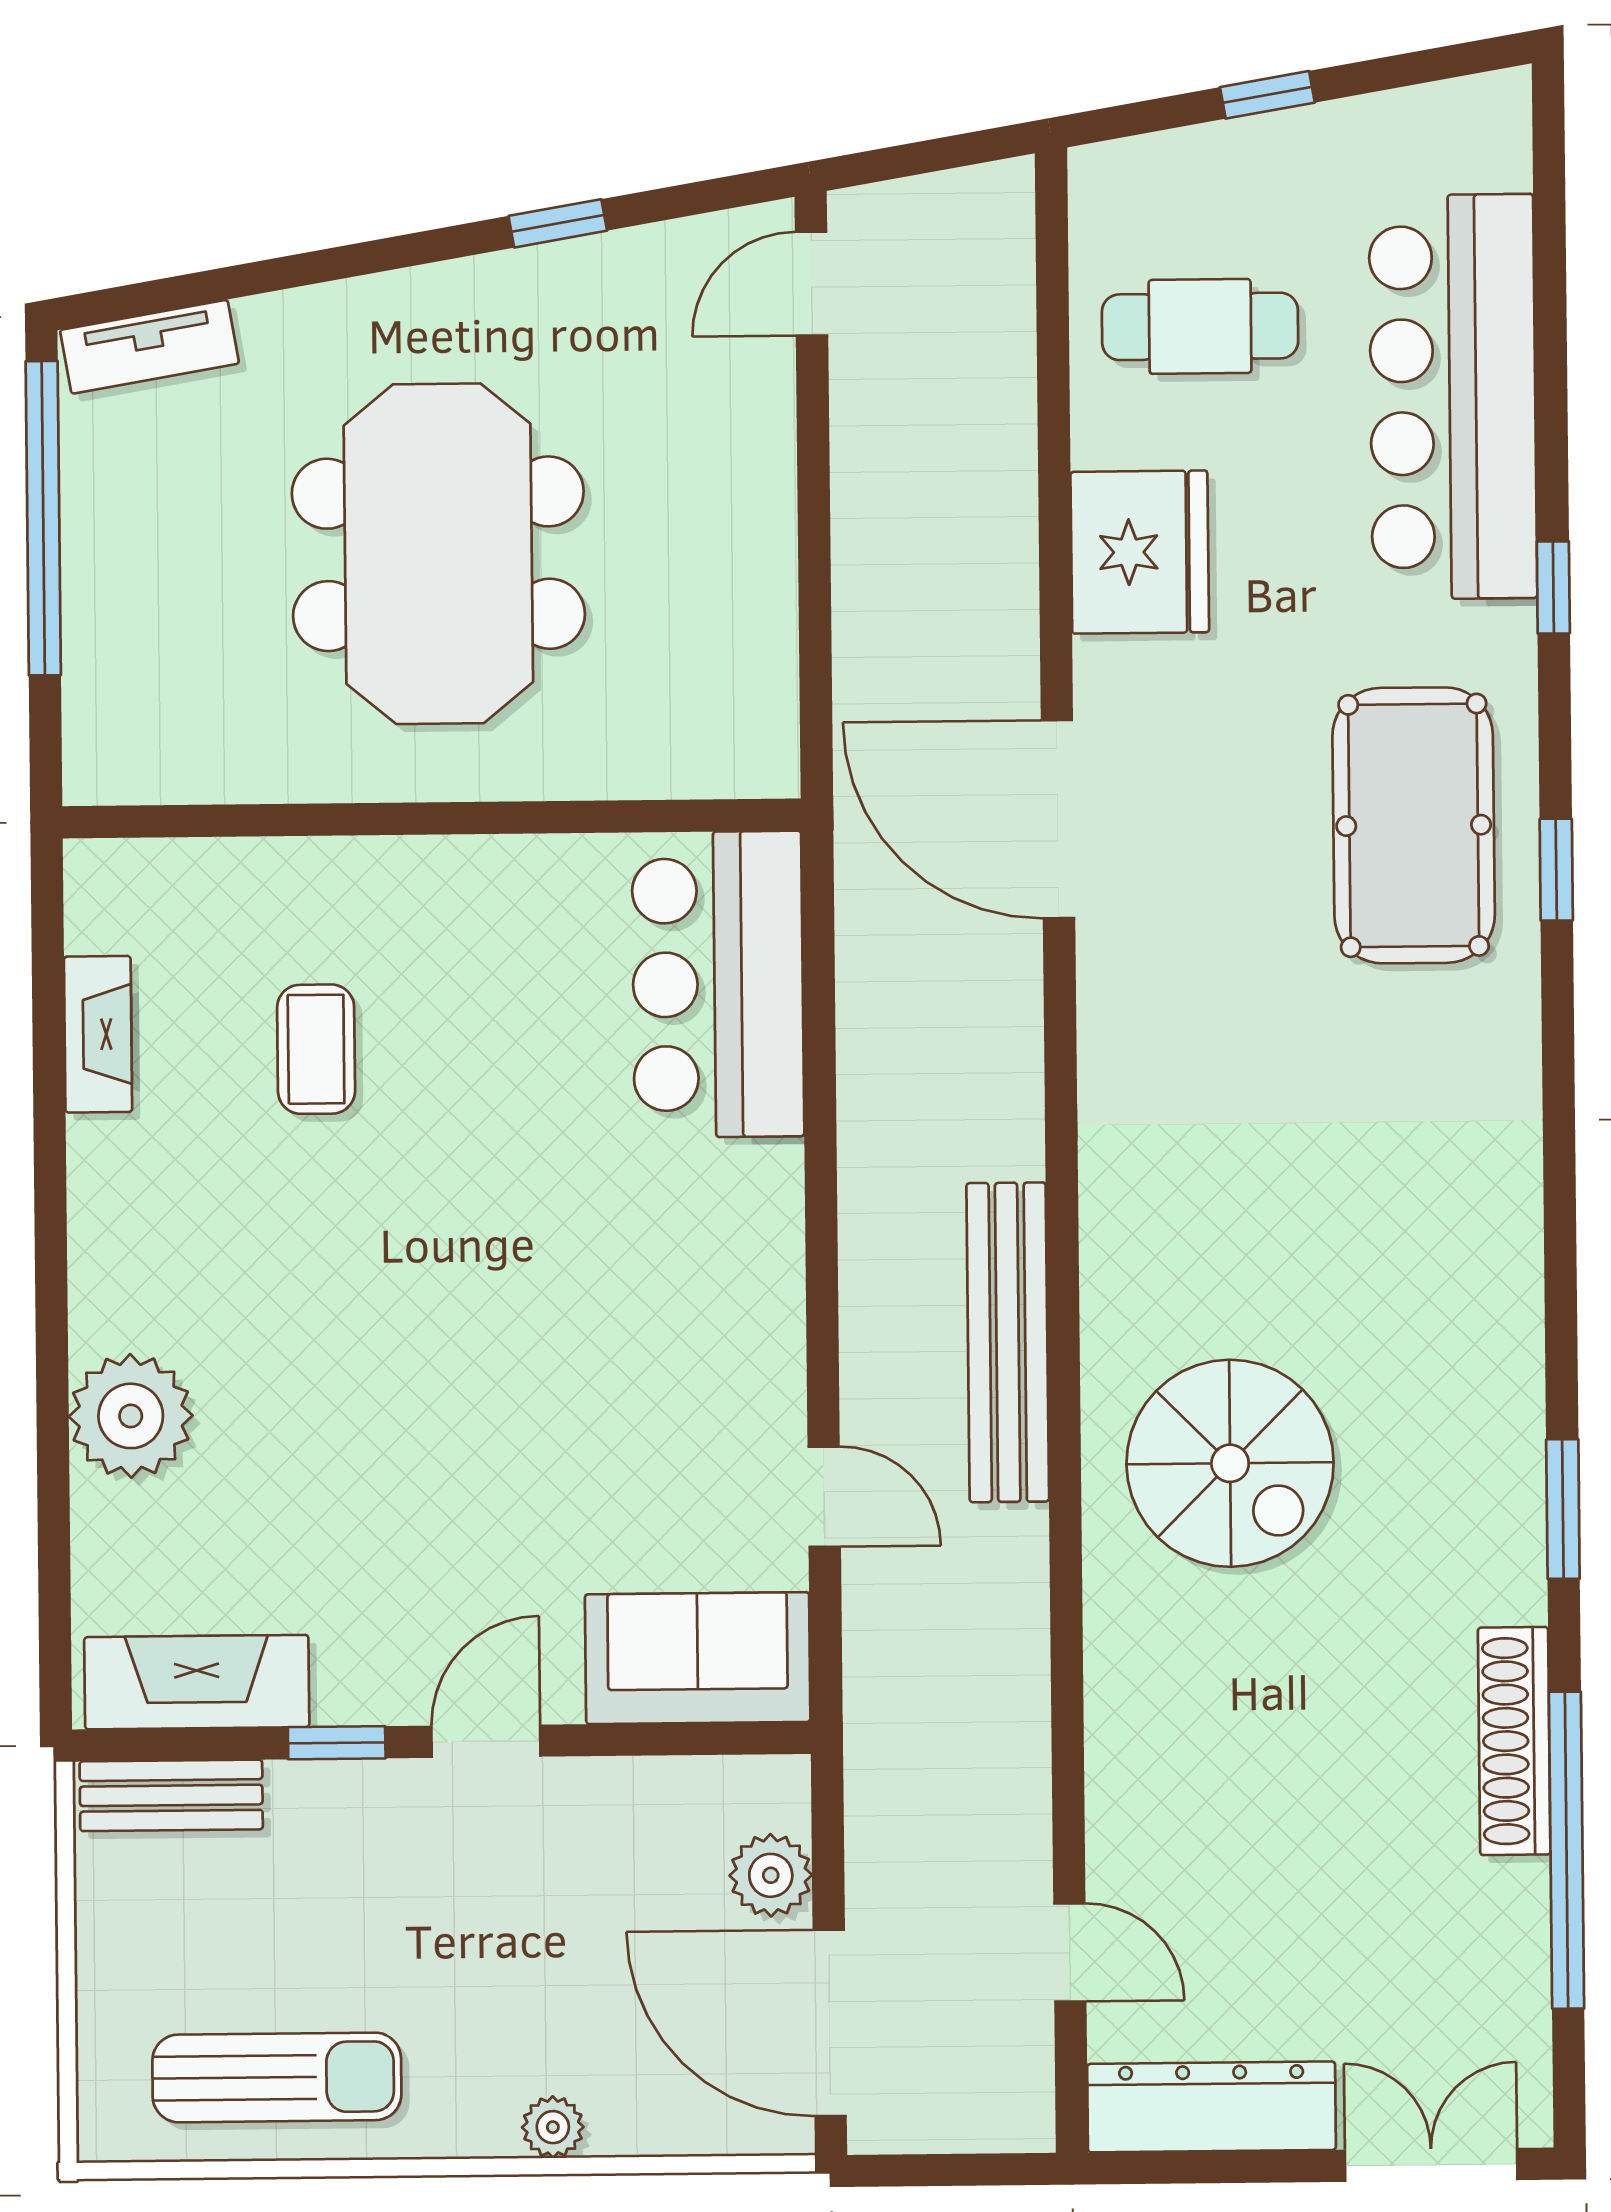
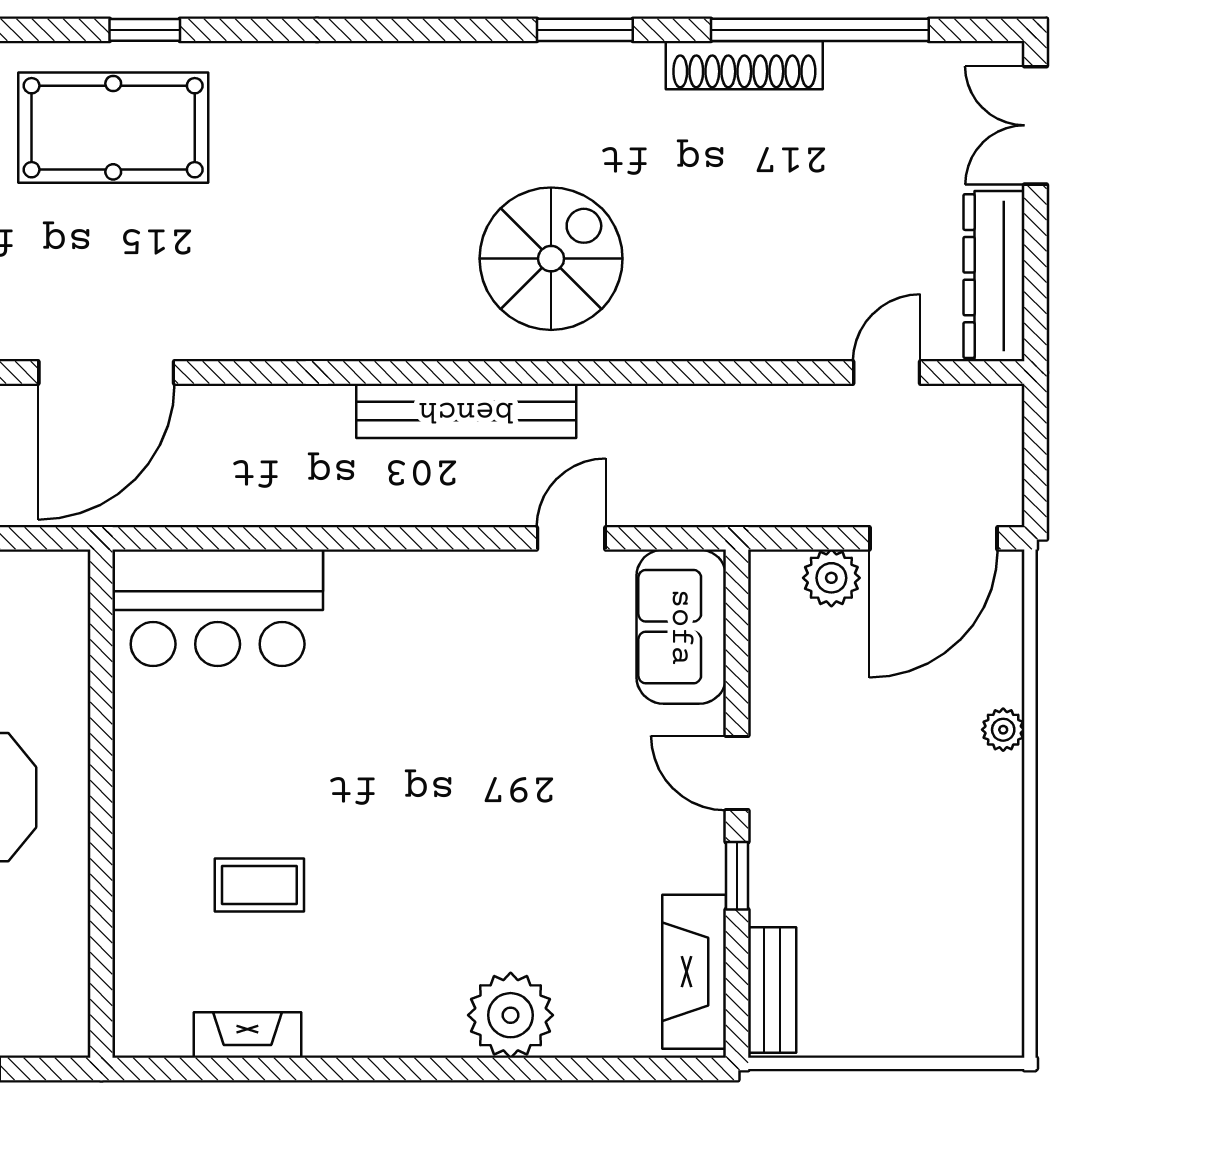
sun lounger: (277, 2077) -> (967, 919), removed

